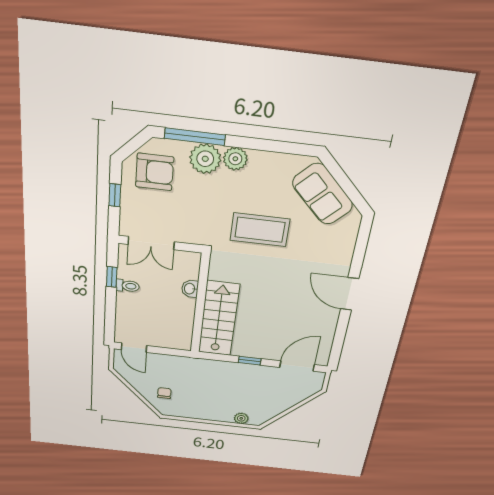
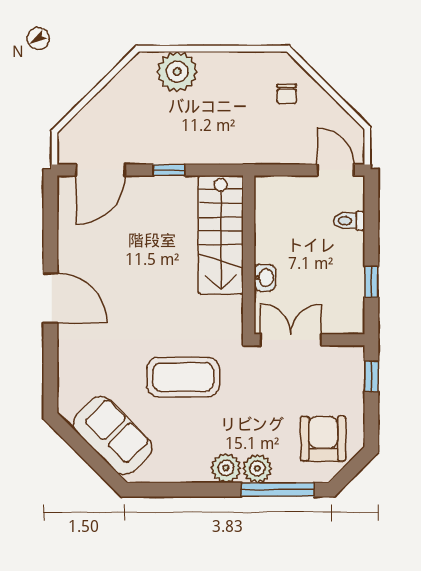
plant: (205, 159) -> (257, 469), width x0.73, depth x0.73
armchair: (155, 172) -> (323, 439), turned 90
window: (115, 195) -> (371, 376), moved
double door: (151, 243) -> (291, 340), moved
toilet: (128, 286) -> (349, 221), moved
plant: (241, 418) -> (177, 72), width x1.88, depth x1.88

